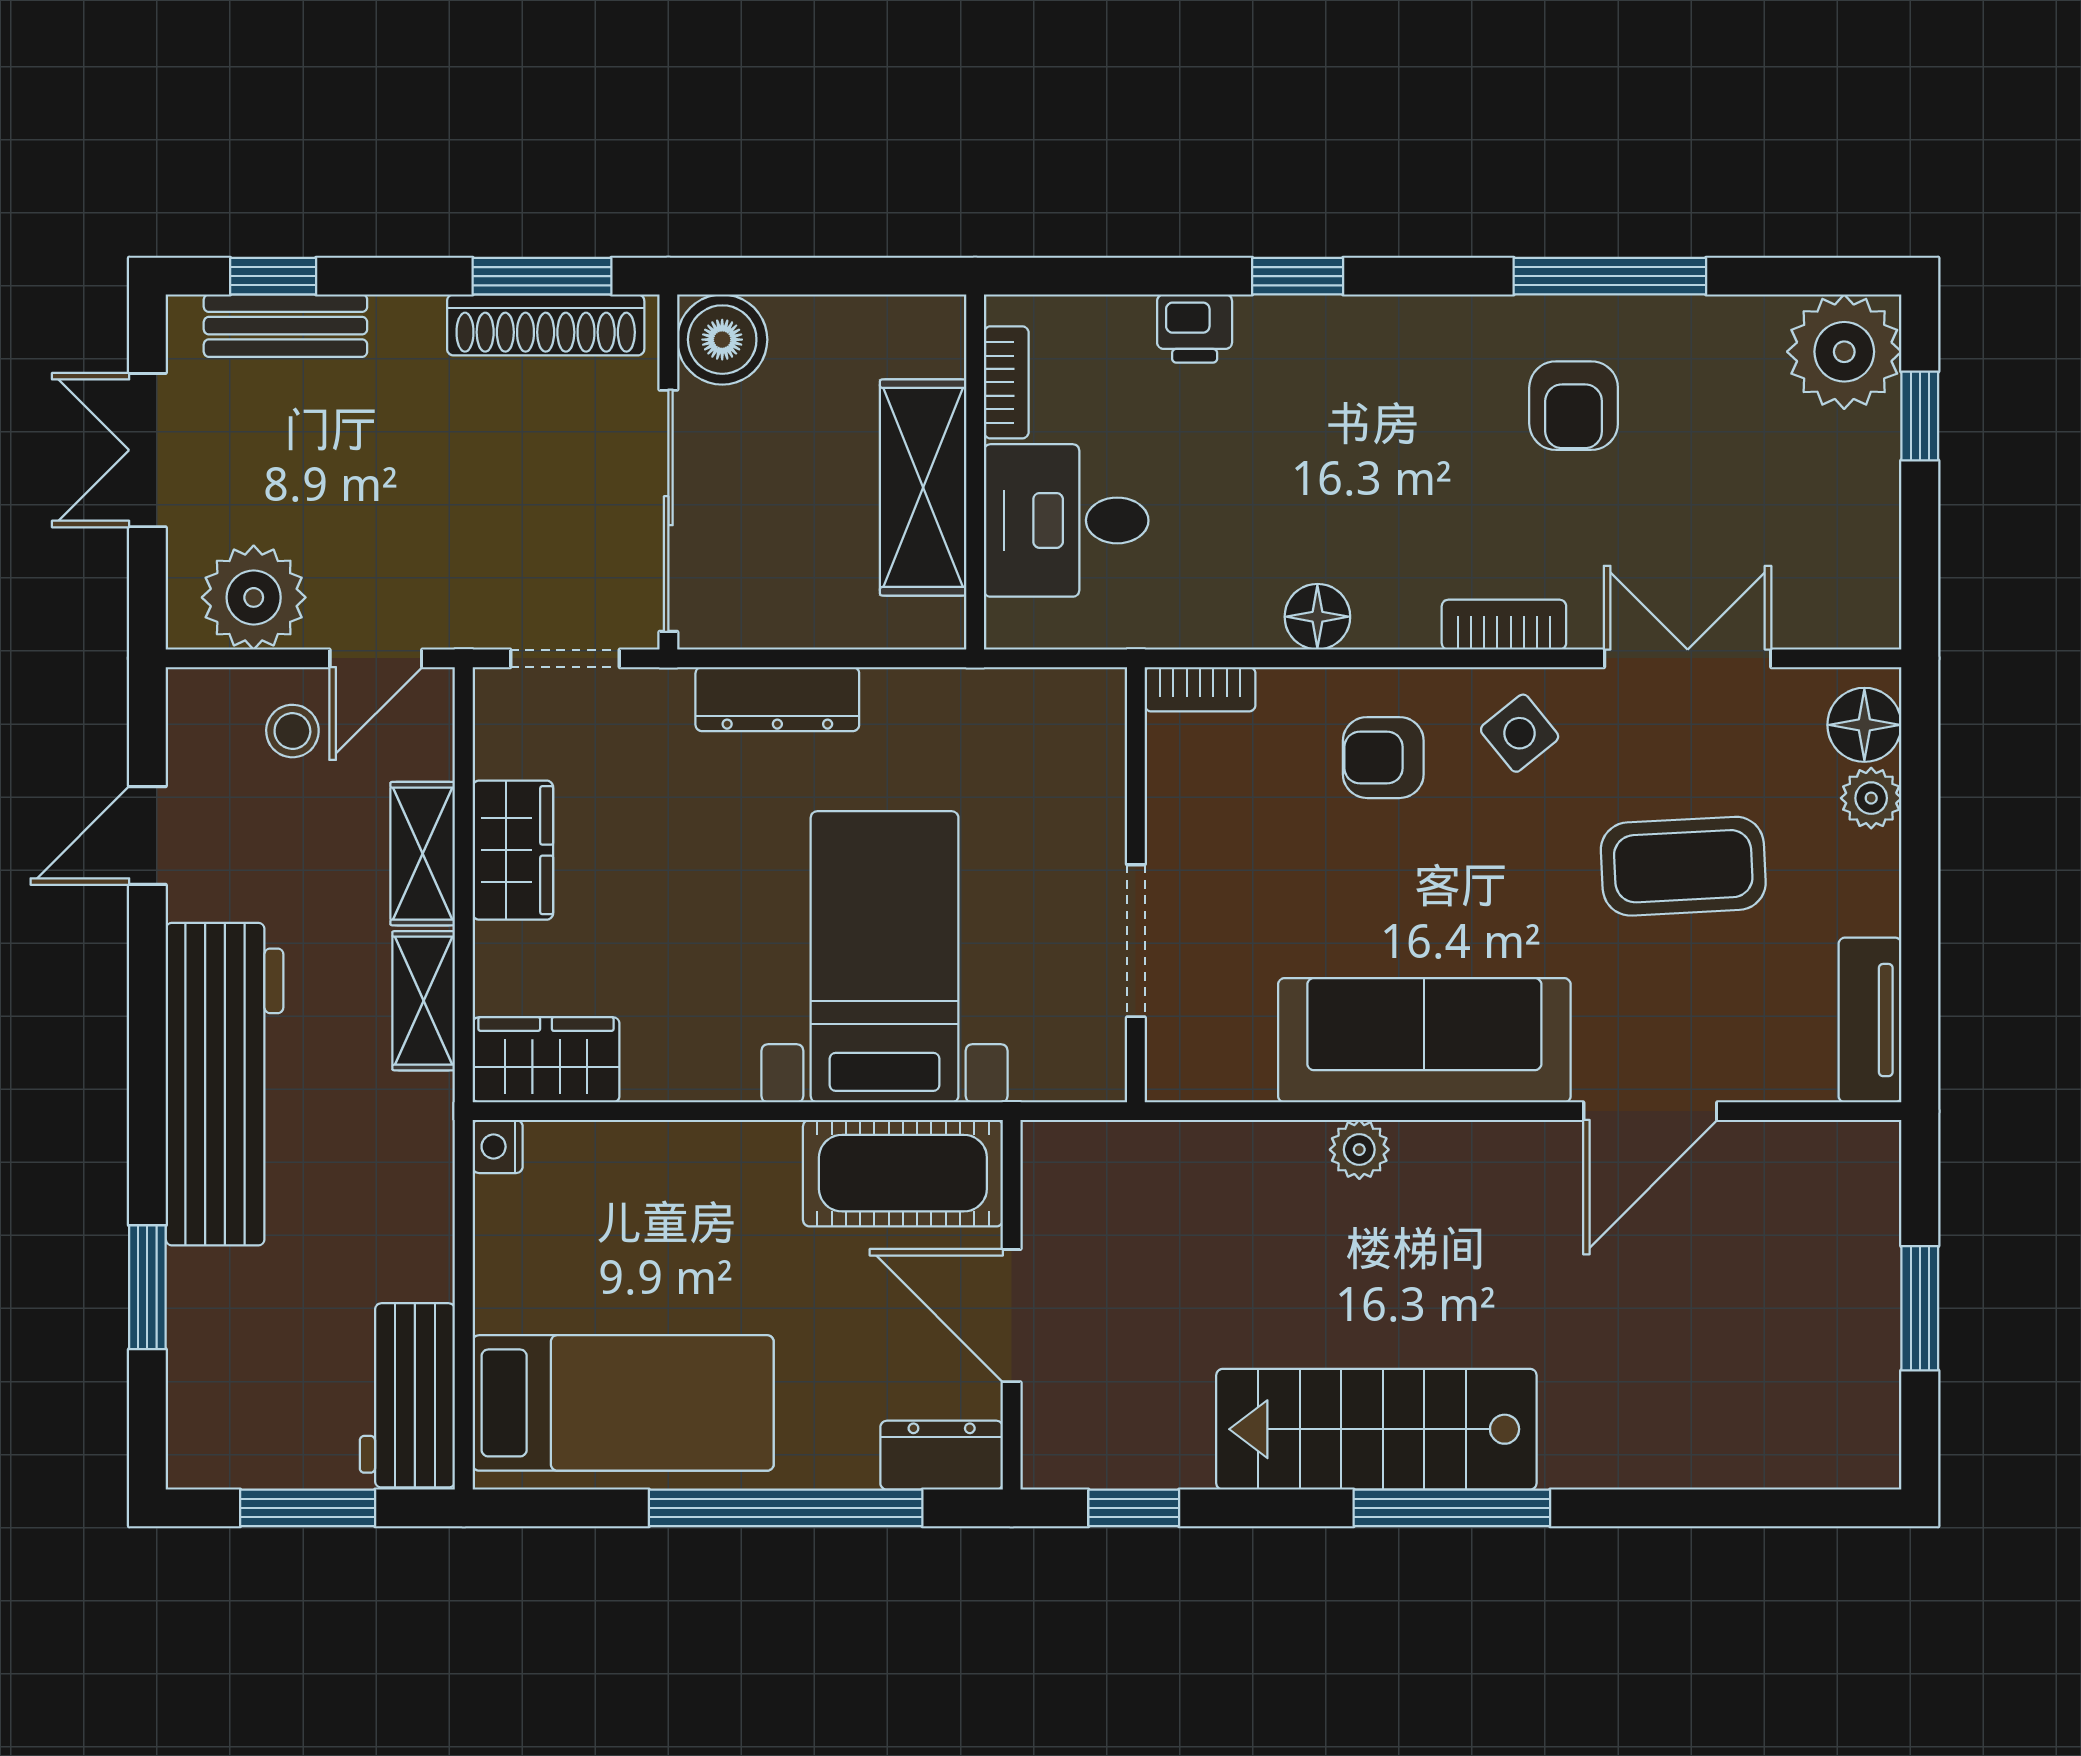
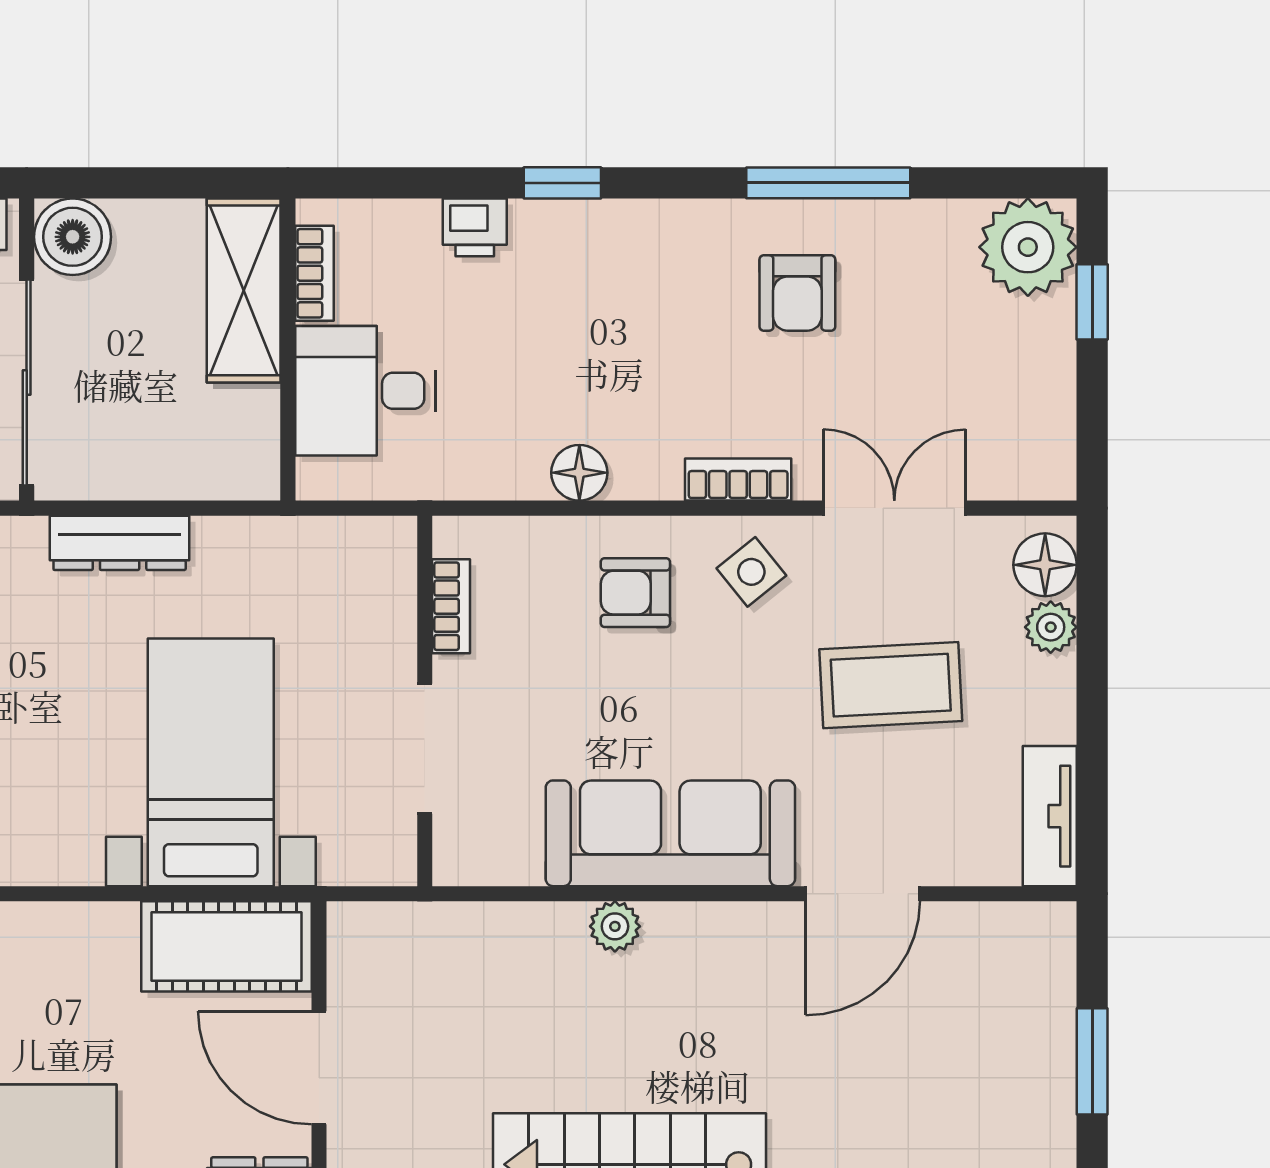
shelving: (923, 487) -> (244, 290), moved
bookcase: (1200, 689) -> (451, 606), moved, turned -90

